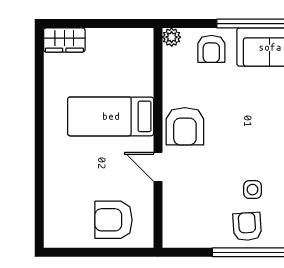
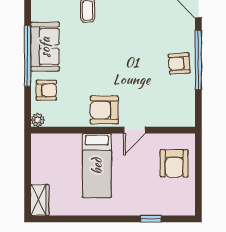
armchair: (185, 126) -> (104, 110), turned 180
window: (39, 189) -> (151, 219), added
side table: (253, 190) -> (152, 59), removed

